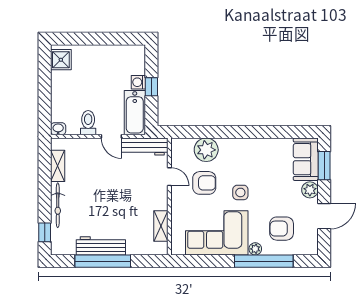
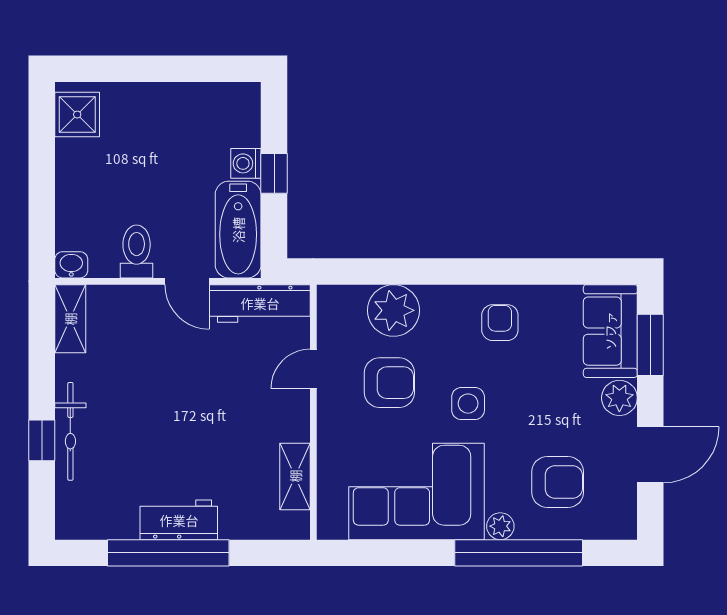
armchair: (255, 155) -> (500, 323), added
shelving: (58, 166) -> (70, 319), moved
door: (169, 177) -> (313, 369), swing flipped
armchair: (282, 229) -> (558, 482), turned 180
window: (45, 232) -> (42, 440), moved
workbench: (101, 246) -> (179, 520), width x0.73

